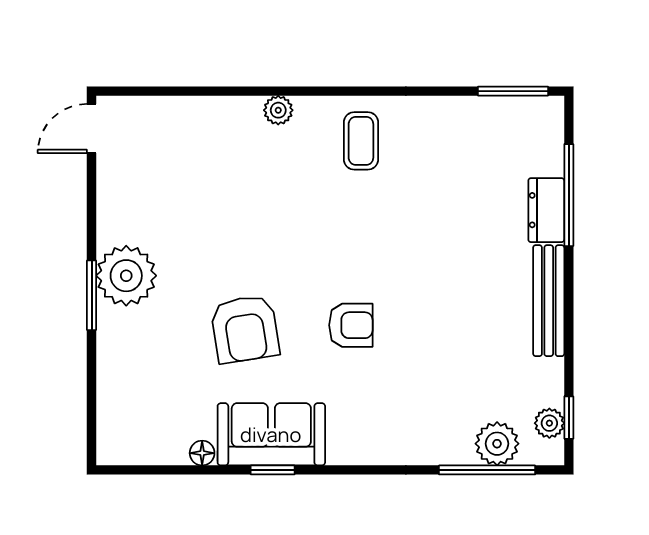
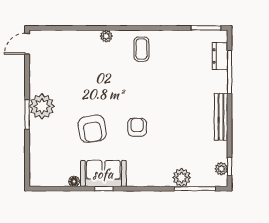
dresser: (546, 210) -> (220, 56), moved
armchair: (351, 325) -> (137, 127), turned -90
plant: (497, 444) -> (182, 178), moved

